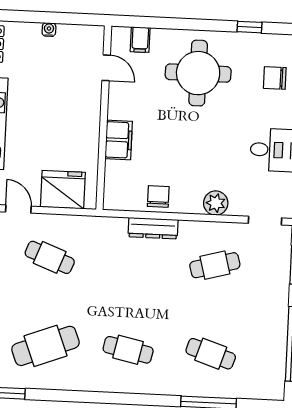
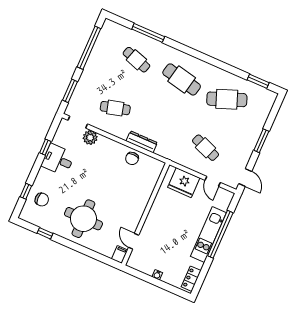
filing cabinet: (140, 40) -> (120, 255), moved
filing cabinet: (119, 140) -> (142, 198), removed
plant: (216, 203) -> (90, 138), moved
cafe table: (128, 350) -> (182, 79), width x1.37, depth x1.35

